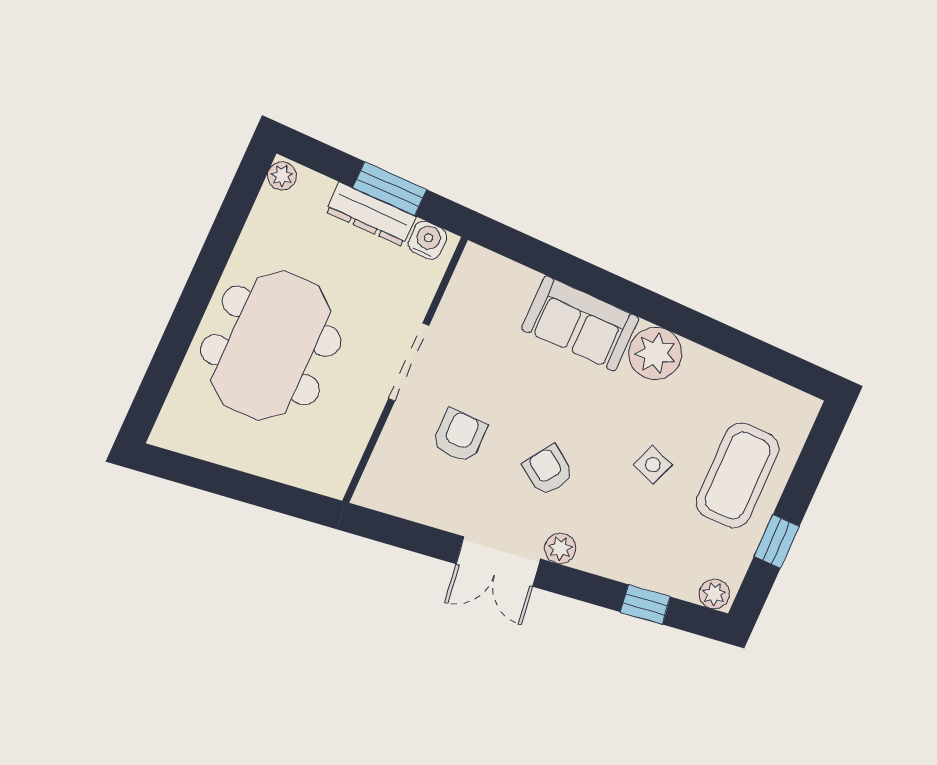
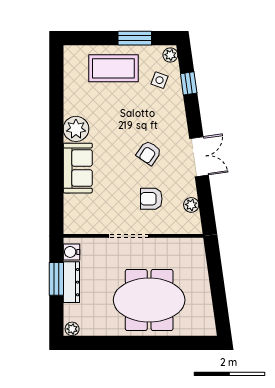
side table: (653, 465) -> (159, 80), moved
window: (777, 541) -> (135, 38), width x1.50
plant: (560, 548) -> (191, 205), moved

